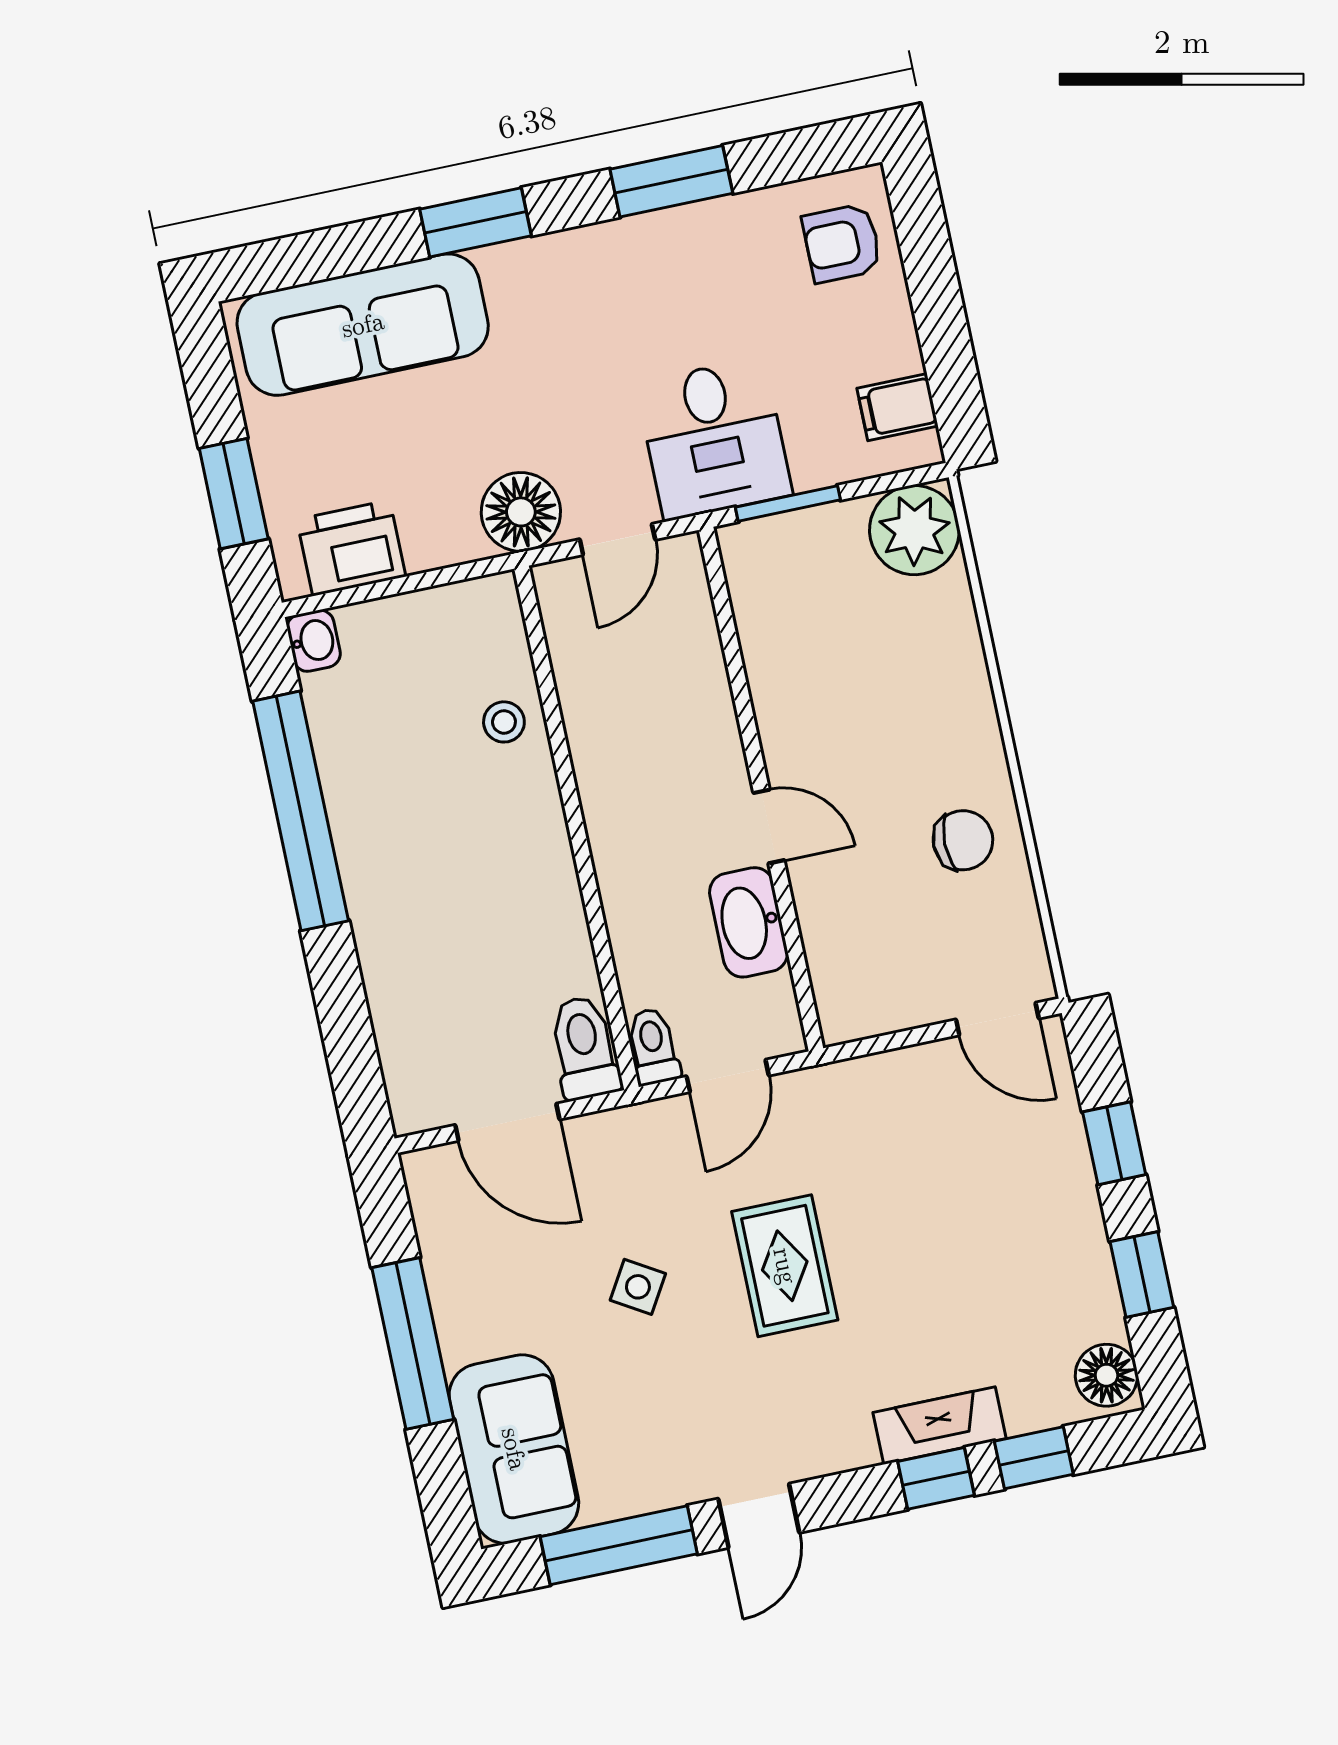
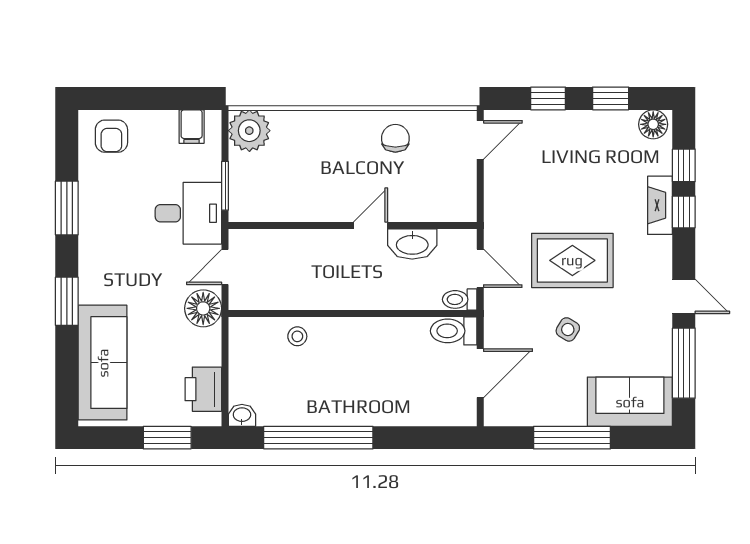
door: (617, 540) -> (225, 267), swing flipped
rug: (785, 1266) -> (572, 260), width x1.36, depth x1.43

